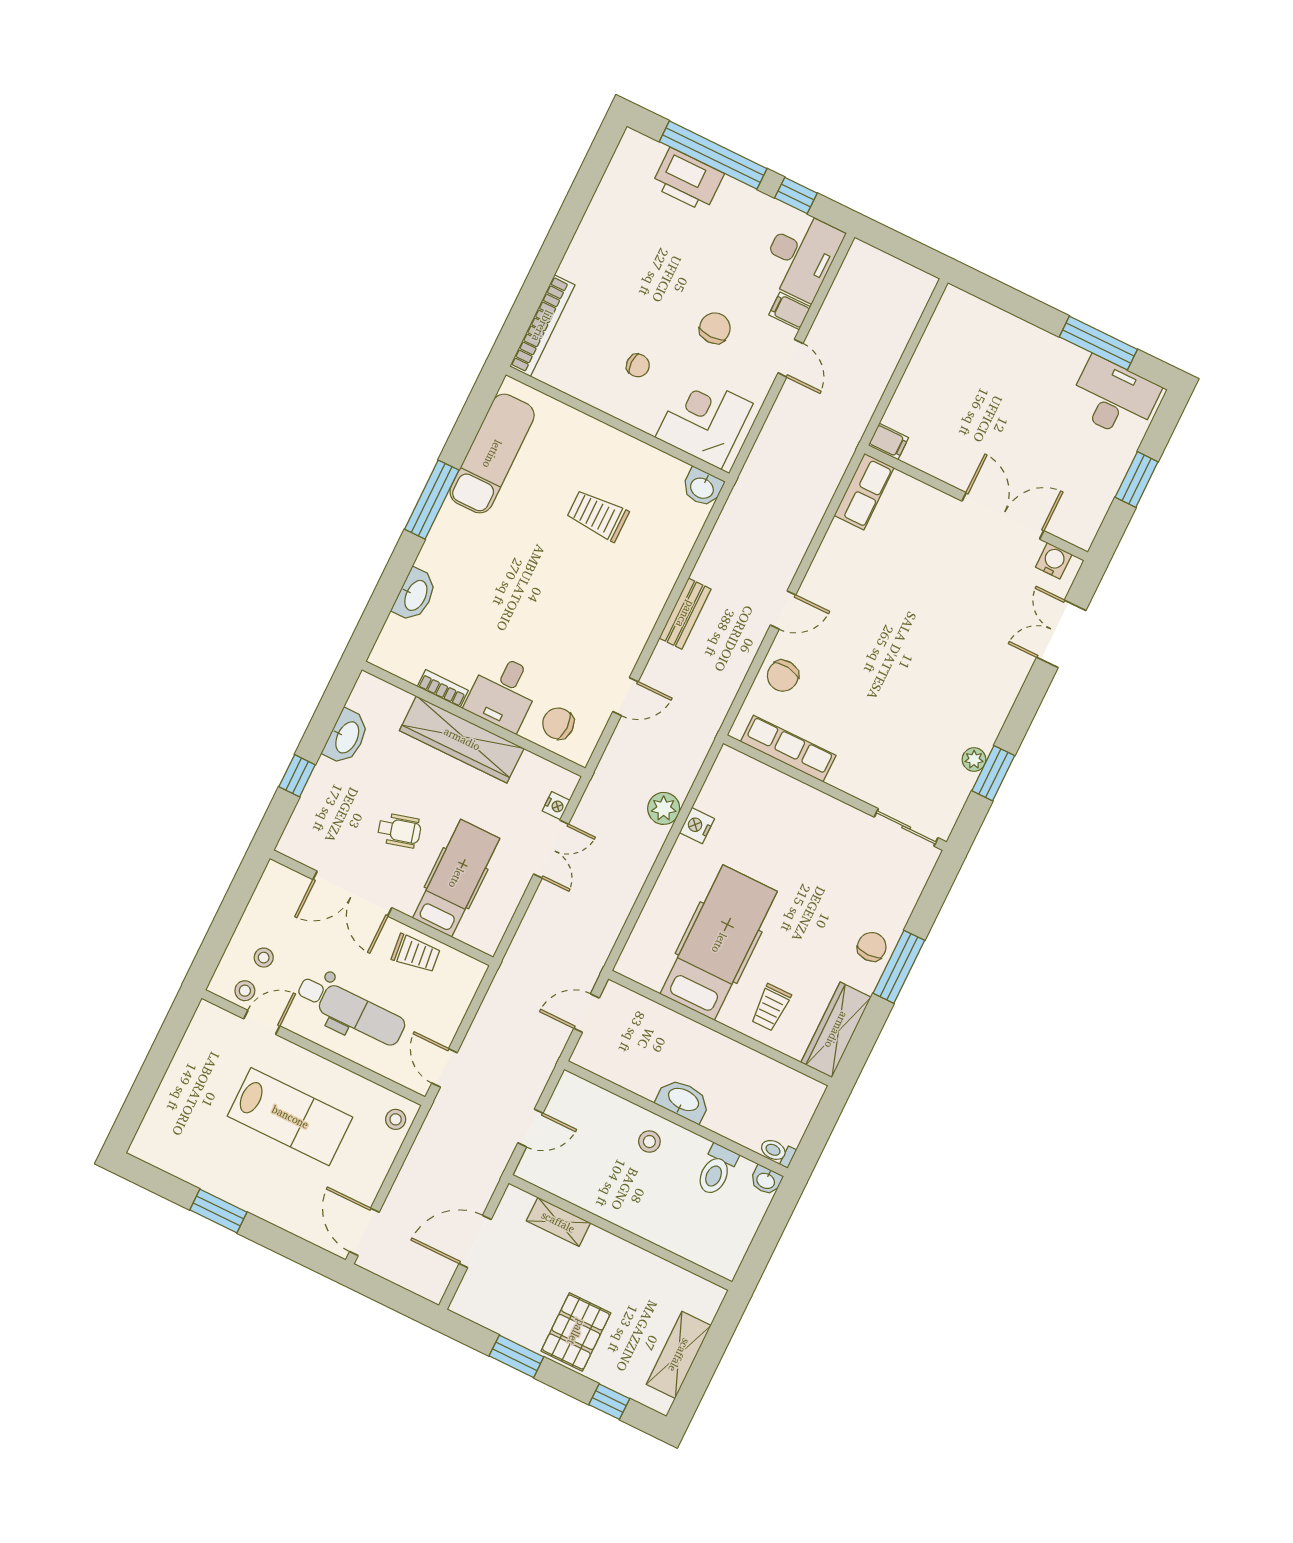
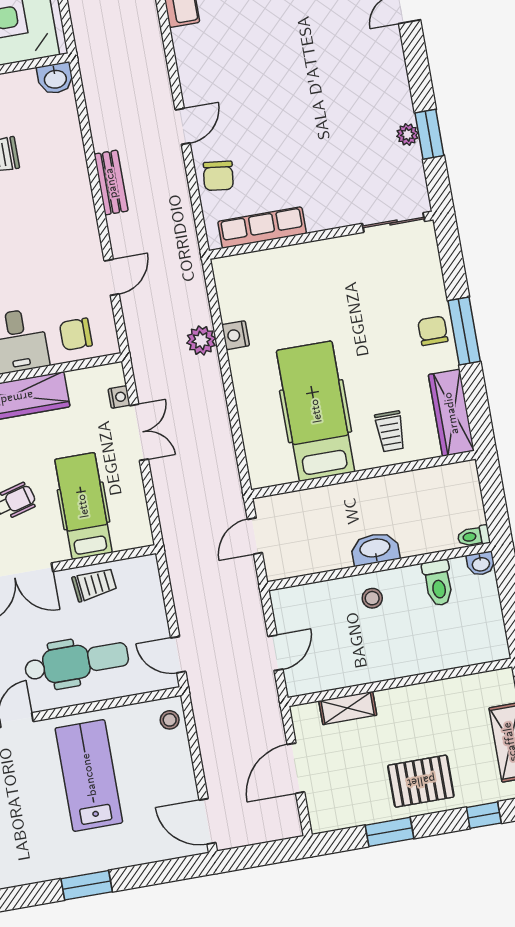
lab bench: (290, 1117) -> (89, 775), turned -90
pallet: (576, 1332) -> (421, 781), turned 90

